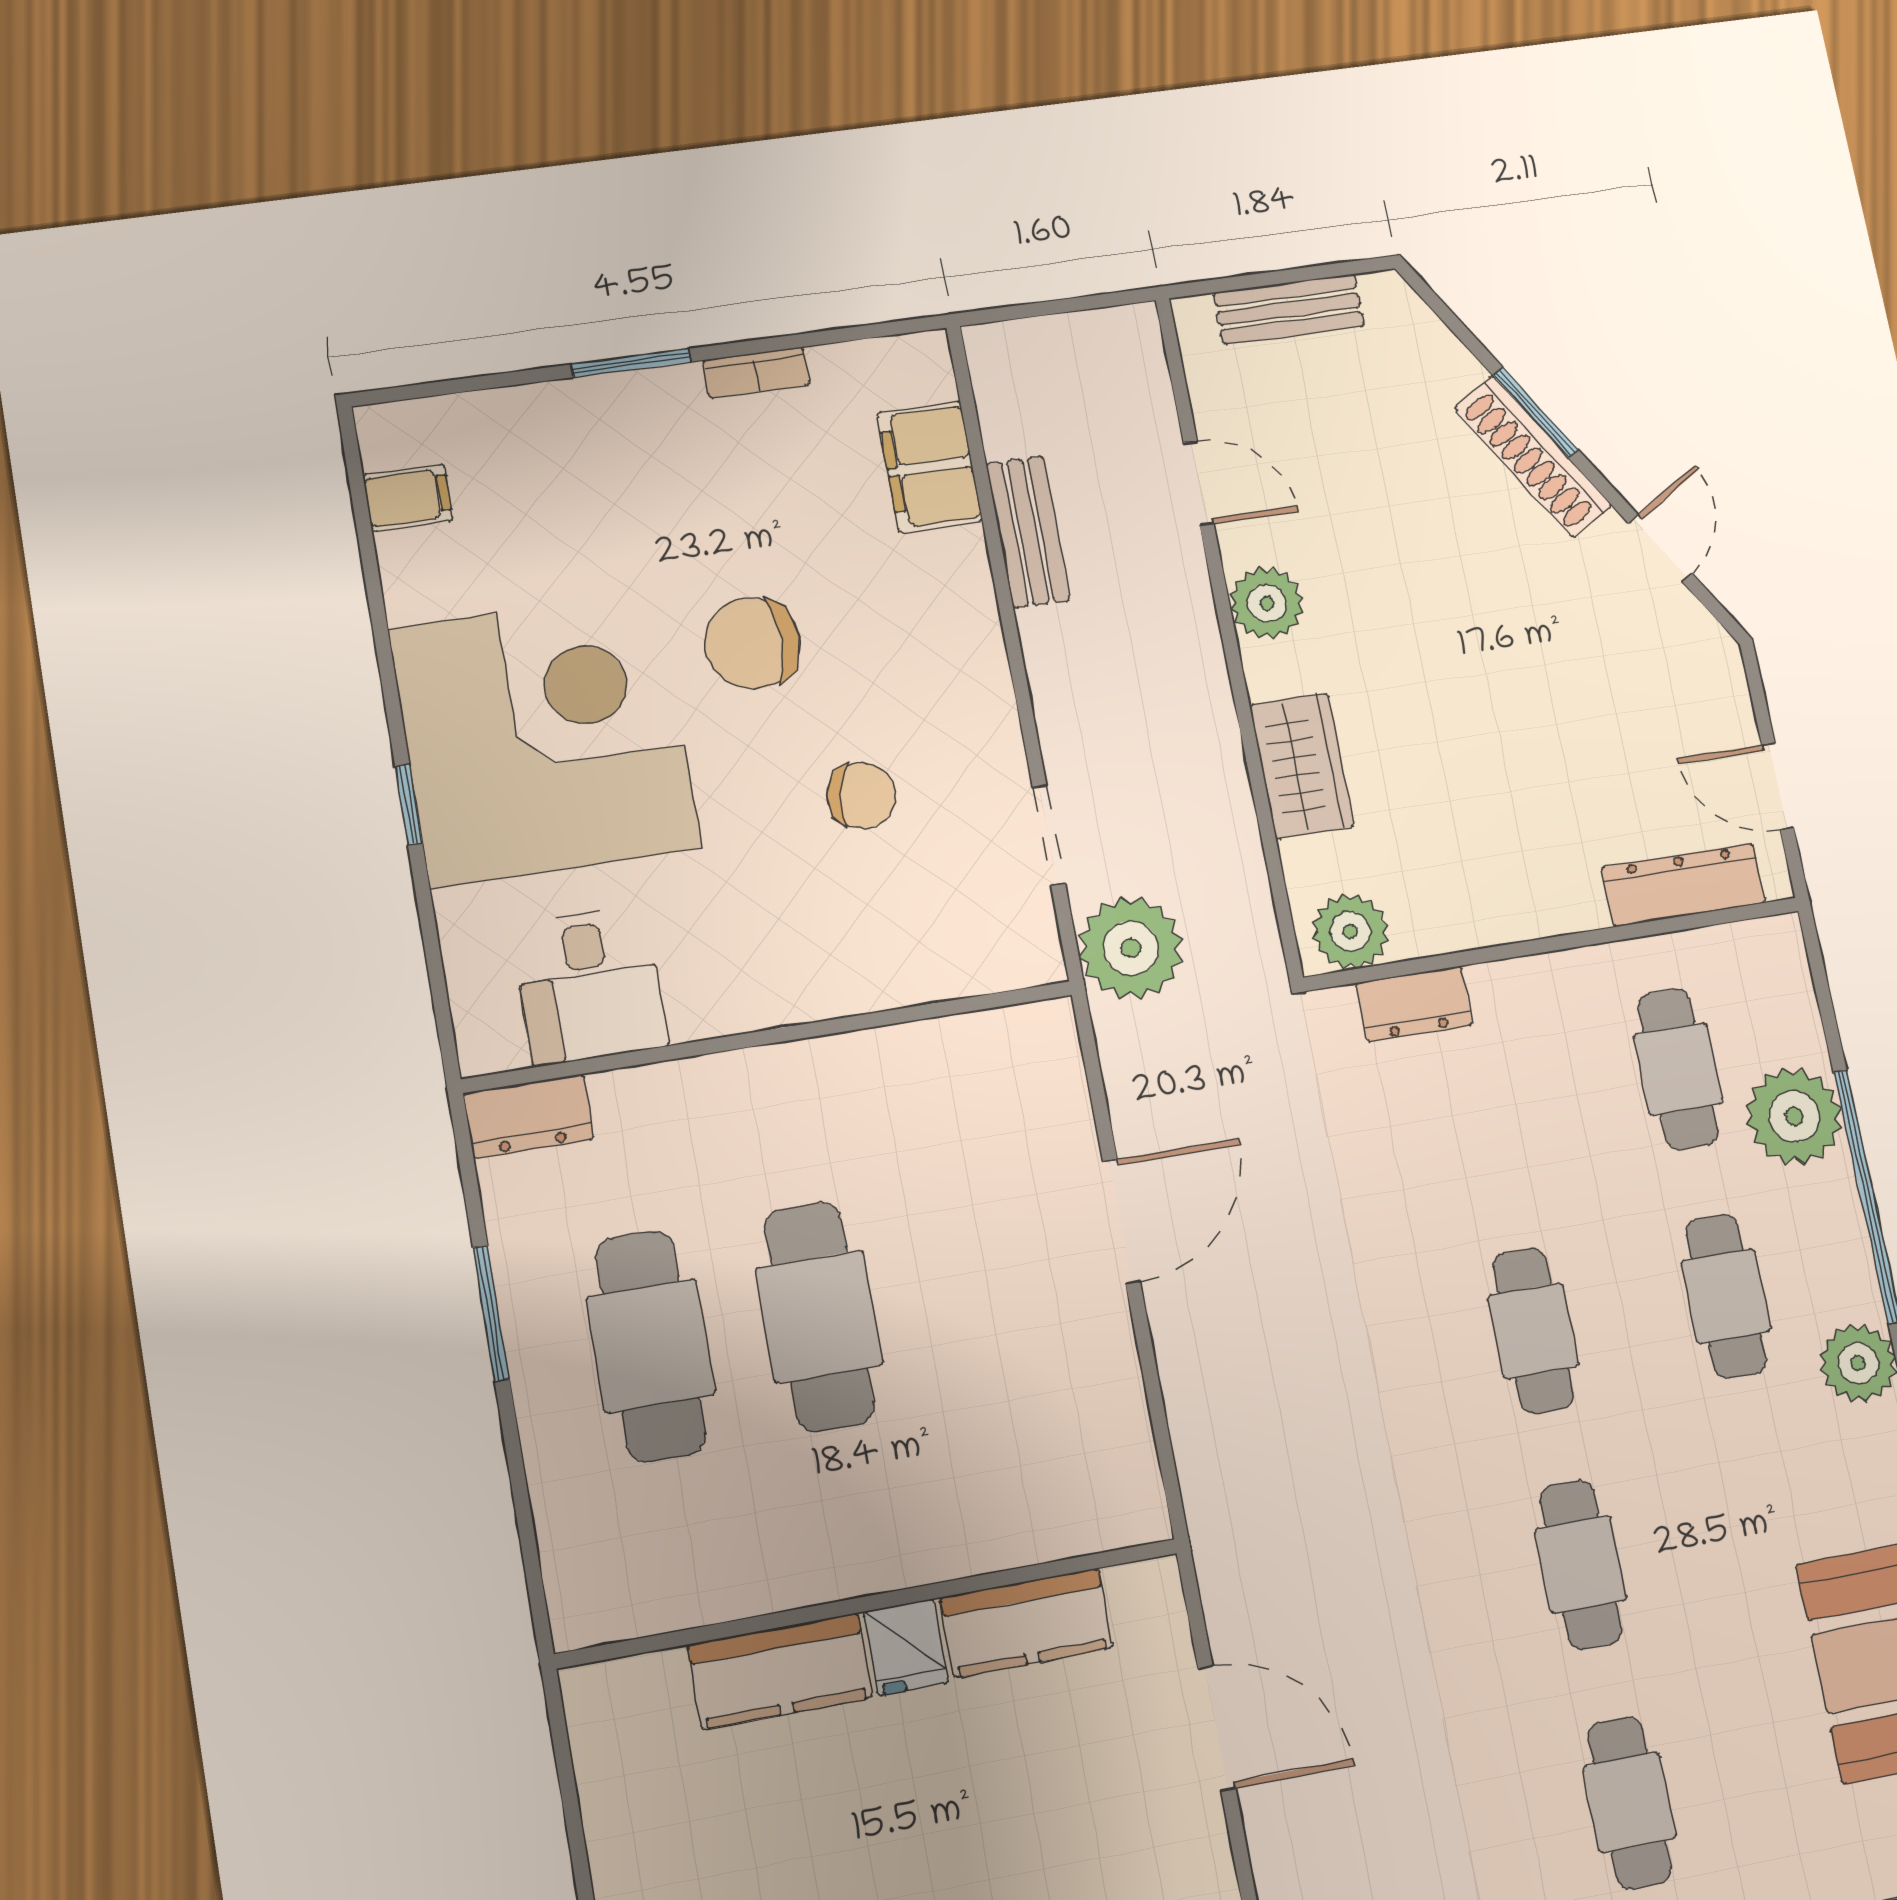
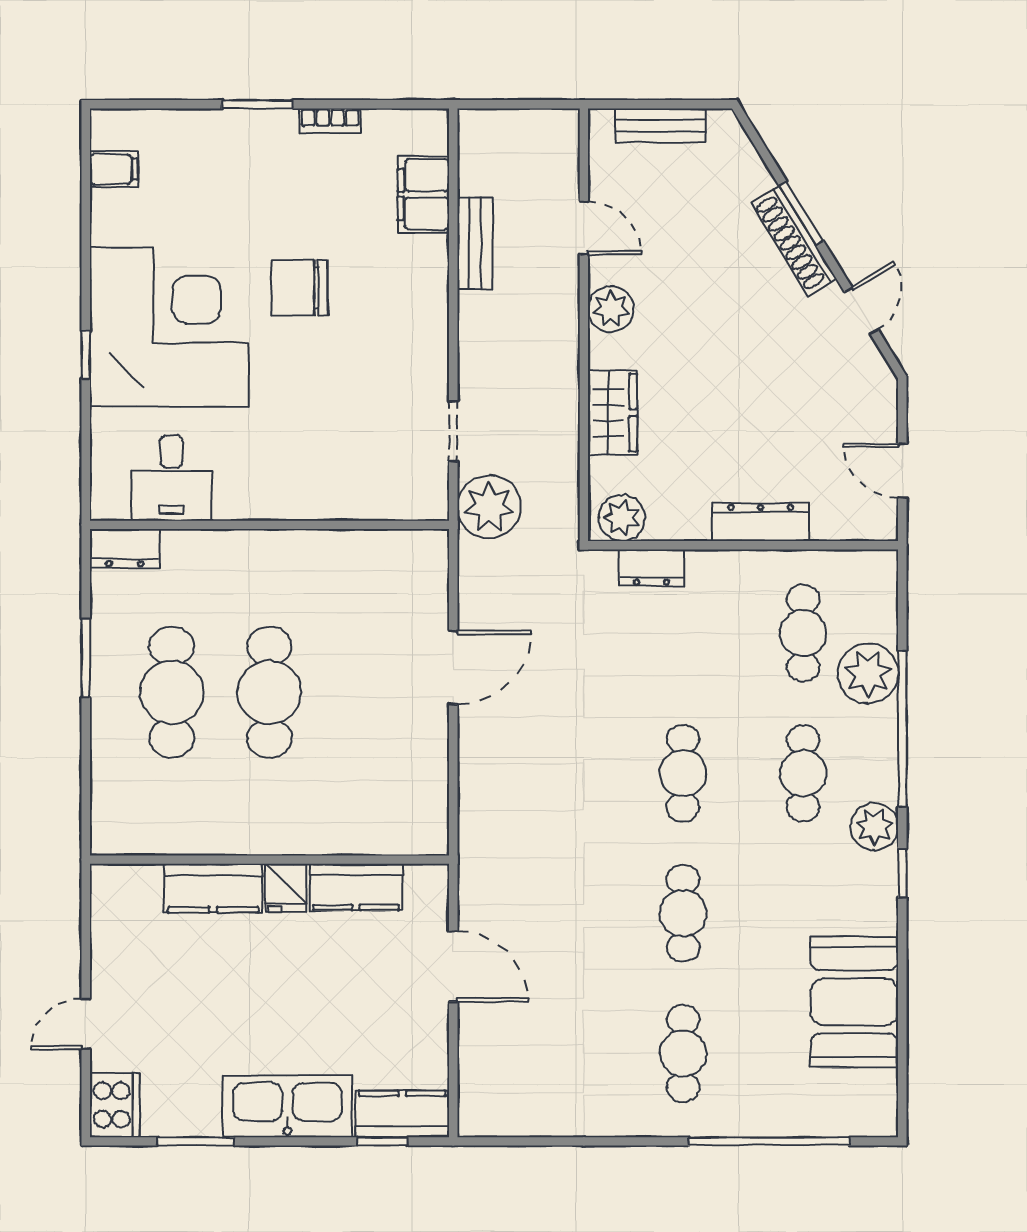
chair: (862, 795) -> (347, 390), removed
dresser: (1683, 885) -> (761, 522), moved

